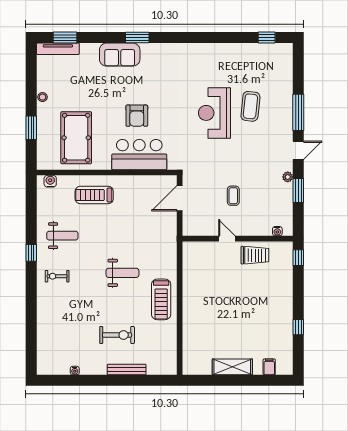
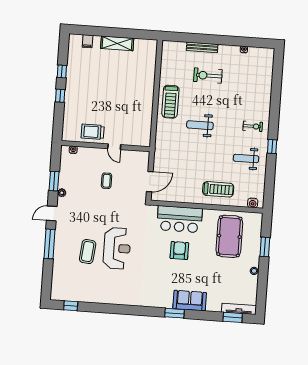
window: (298, 258) -> (60, 96), moved
treadmill: (161, 299) -> (170, 102), turned 180

